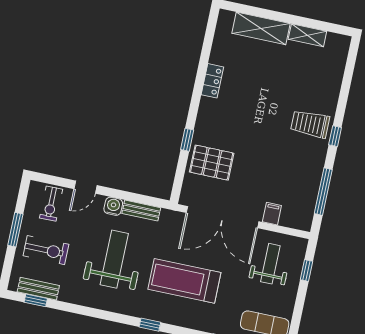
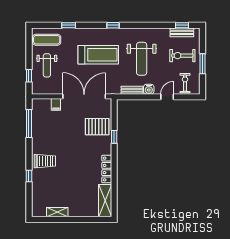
shelving: (261, 28) -> (105, 201), moved, turned 90
locker: (212, 81) -> (107, 169), width x1.53
window: (335, 136) -> (29, 176), moved
weight bench: (270, 264) -> (47, 65), moved

